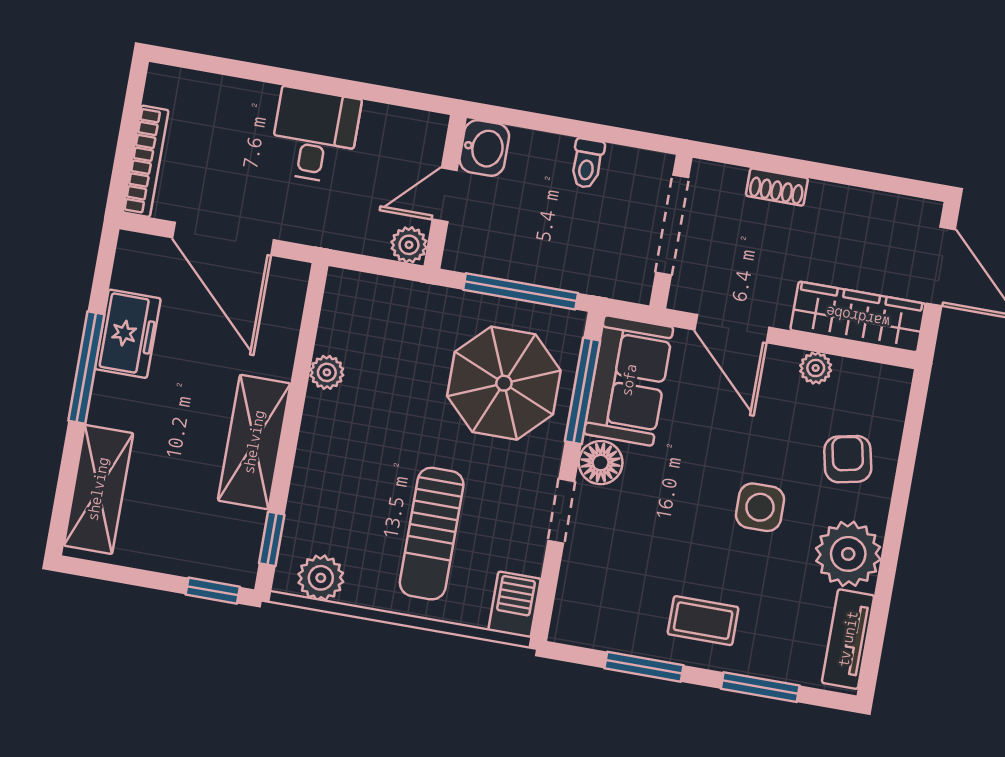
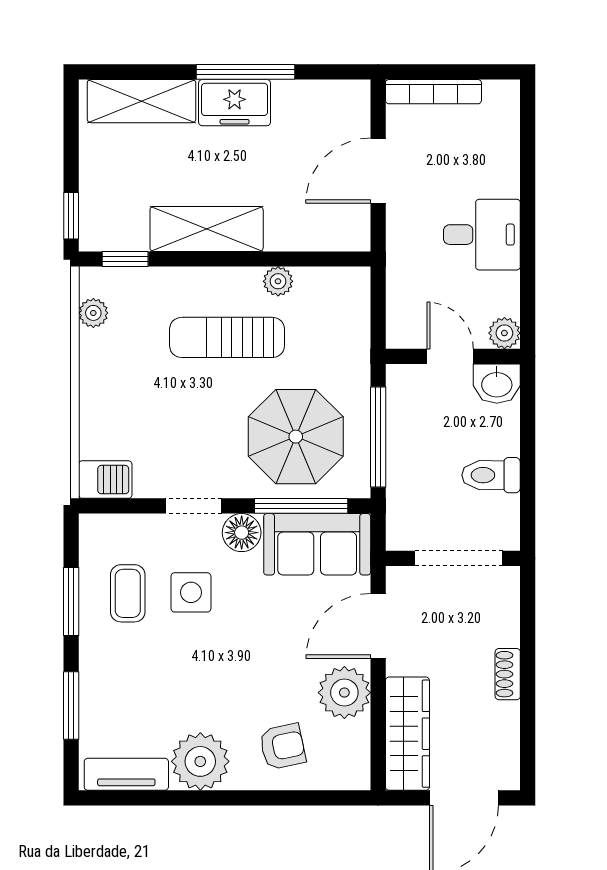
toilet: (587, 163) -> (491, 475), width x1.37, depth x1.39
shoe rack: (777, 187) -> (508, 674), moved
door: (223, 239) -> (378, 171), width x0.73
plant: (409, 245) -> (504, 333), moved
freezer: (128, 334) -> (235, 103), moved
plant: (816, 368) -> (344, 693), width x1.87, depth x1.87
side table: (760, 507) -> (191, 592), moved
sun lounger: (432, 534) -> (227, 337), moved
plant: (321, 578) -> (93, 313), width x0.73, depth x0.73
coffee table: (703, 621) -> (128, 593), moved

